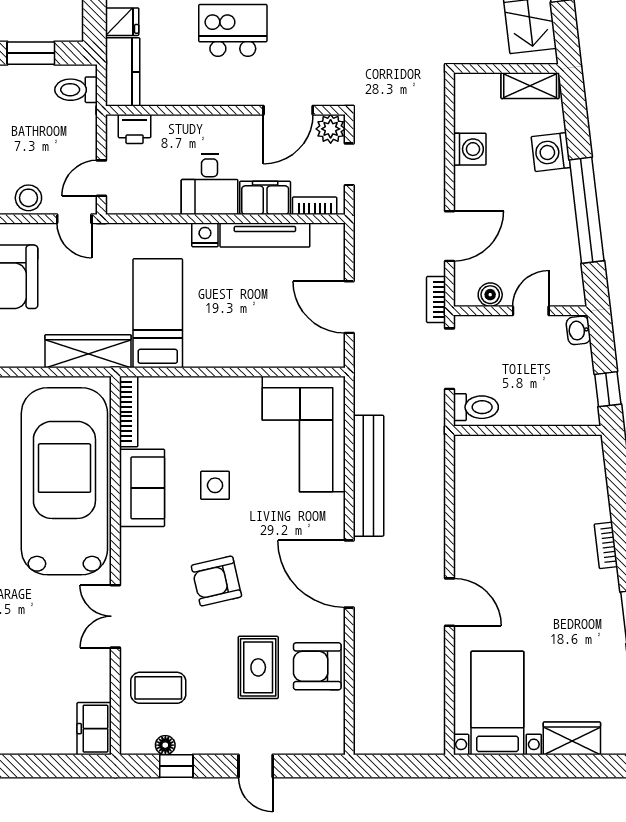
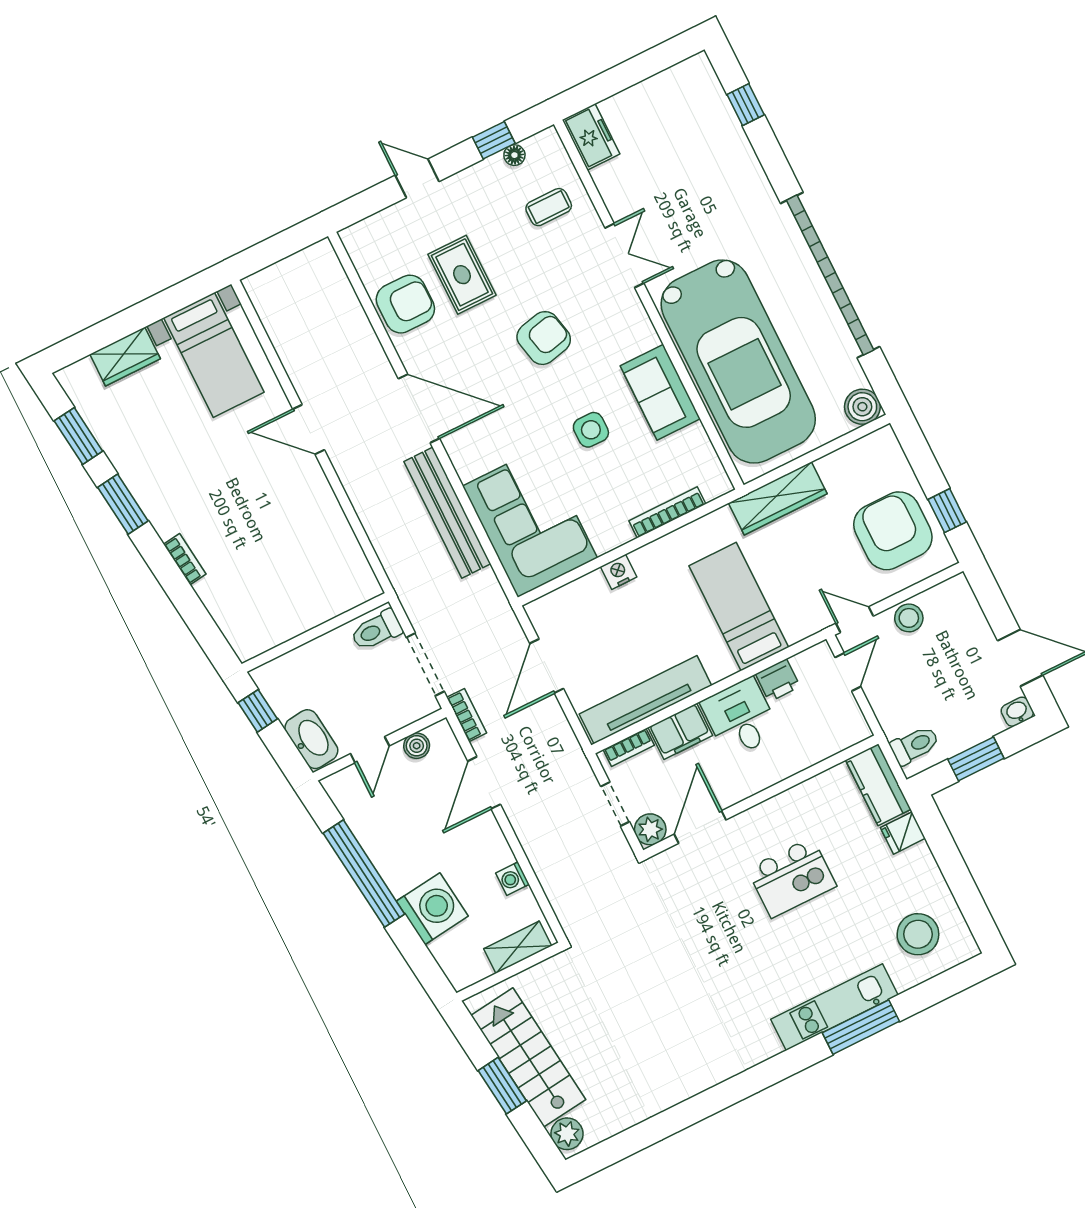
shelving: (530, 86) -> (518, 947), moved
printer: (135, 129) -> (778, 680), moved, turned 180
washing machine: (470, 149) -> (513, 879), width x0.73, depth x0.73
washing machine: (551, 152) -> (432, 909), width x1.37, depth x1.37
nightstand: (205, 235) -> (619, 572), moved, turned 180
tv unit: (265, 235) -> (645, 700), width x1.36, depth x1.29
door: (349, 307) -> (547, 666), swing flipped
bed: (158, 313) -> (739, 606), moved, turned 180
washbasin: (578, 330) -> (311, 739), width x1.91, depth x1.45
bookcase: (129, 412) -> (667, 512), moved, turned 90
coffee table: (158, 688) -> (549, 207), width x0.73, depth x0.77

